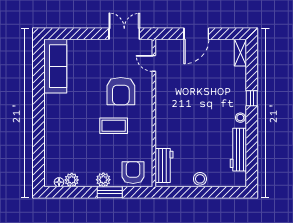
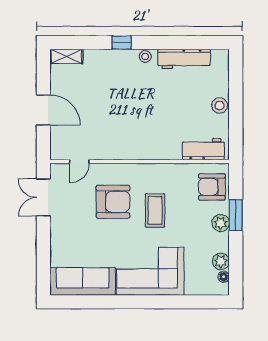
corner sofa: (64, 122) -> (150, 271), added

